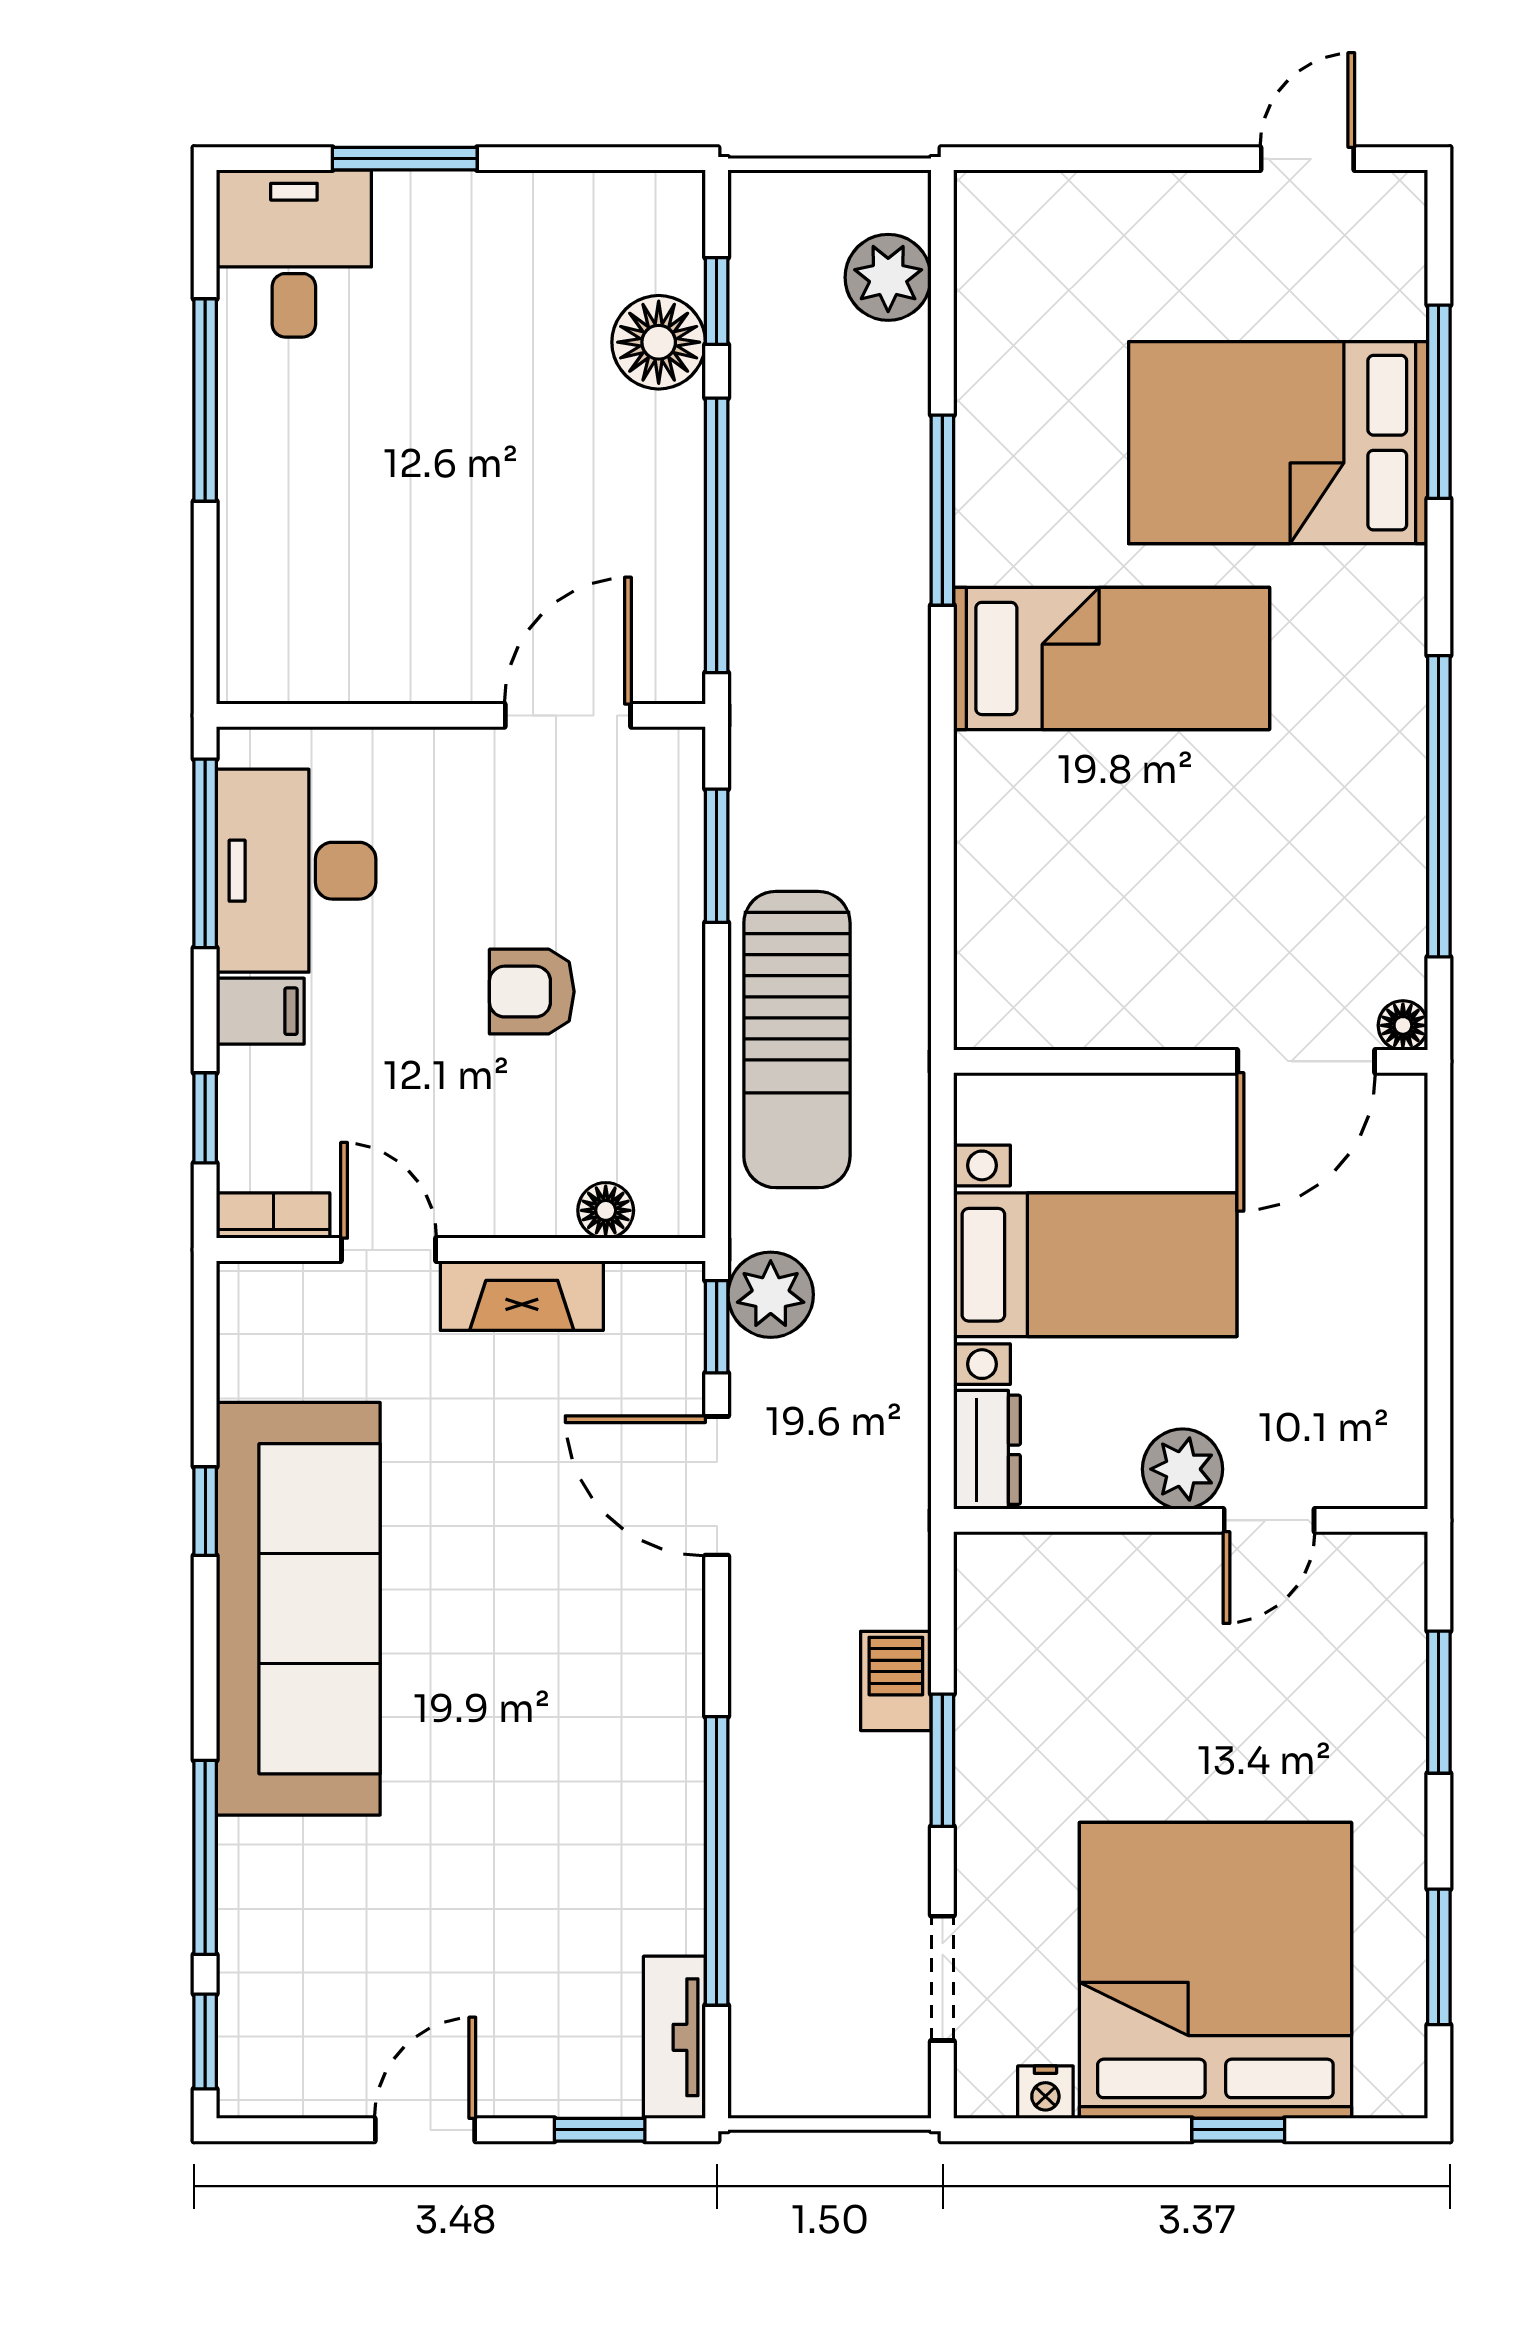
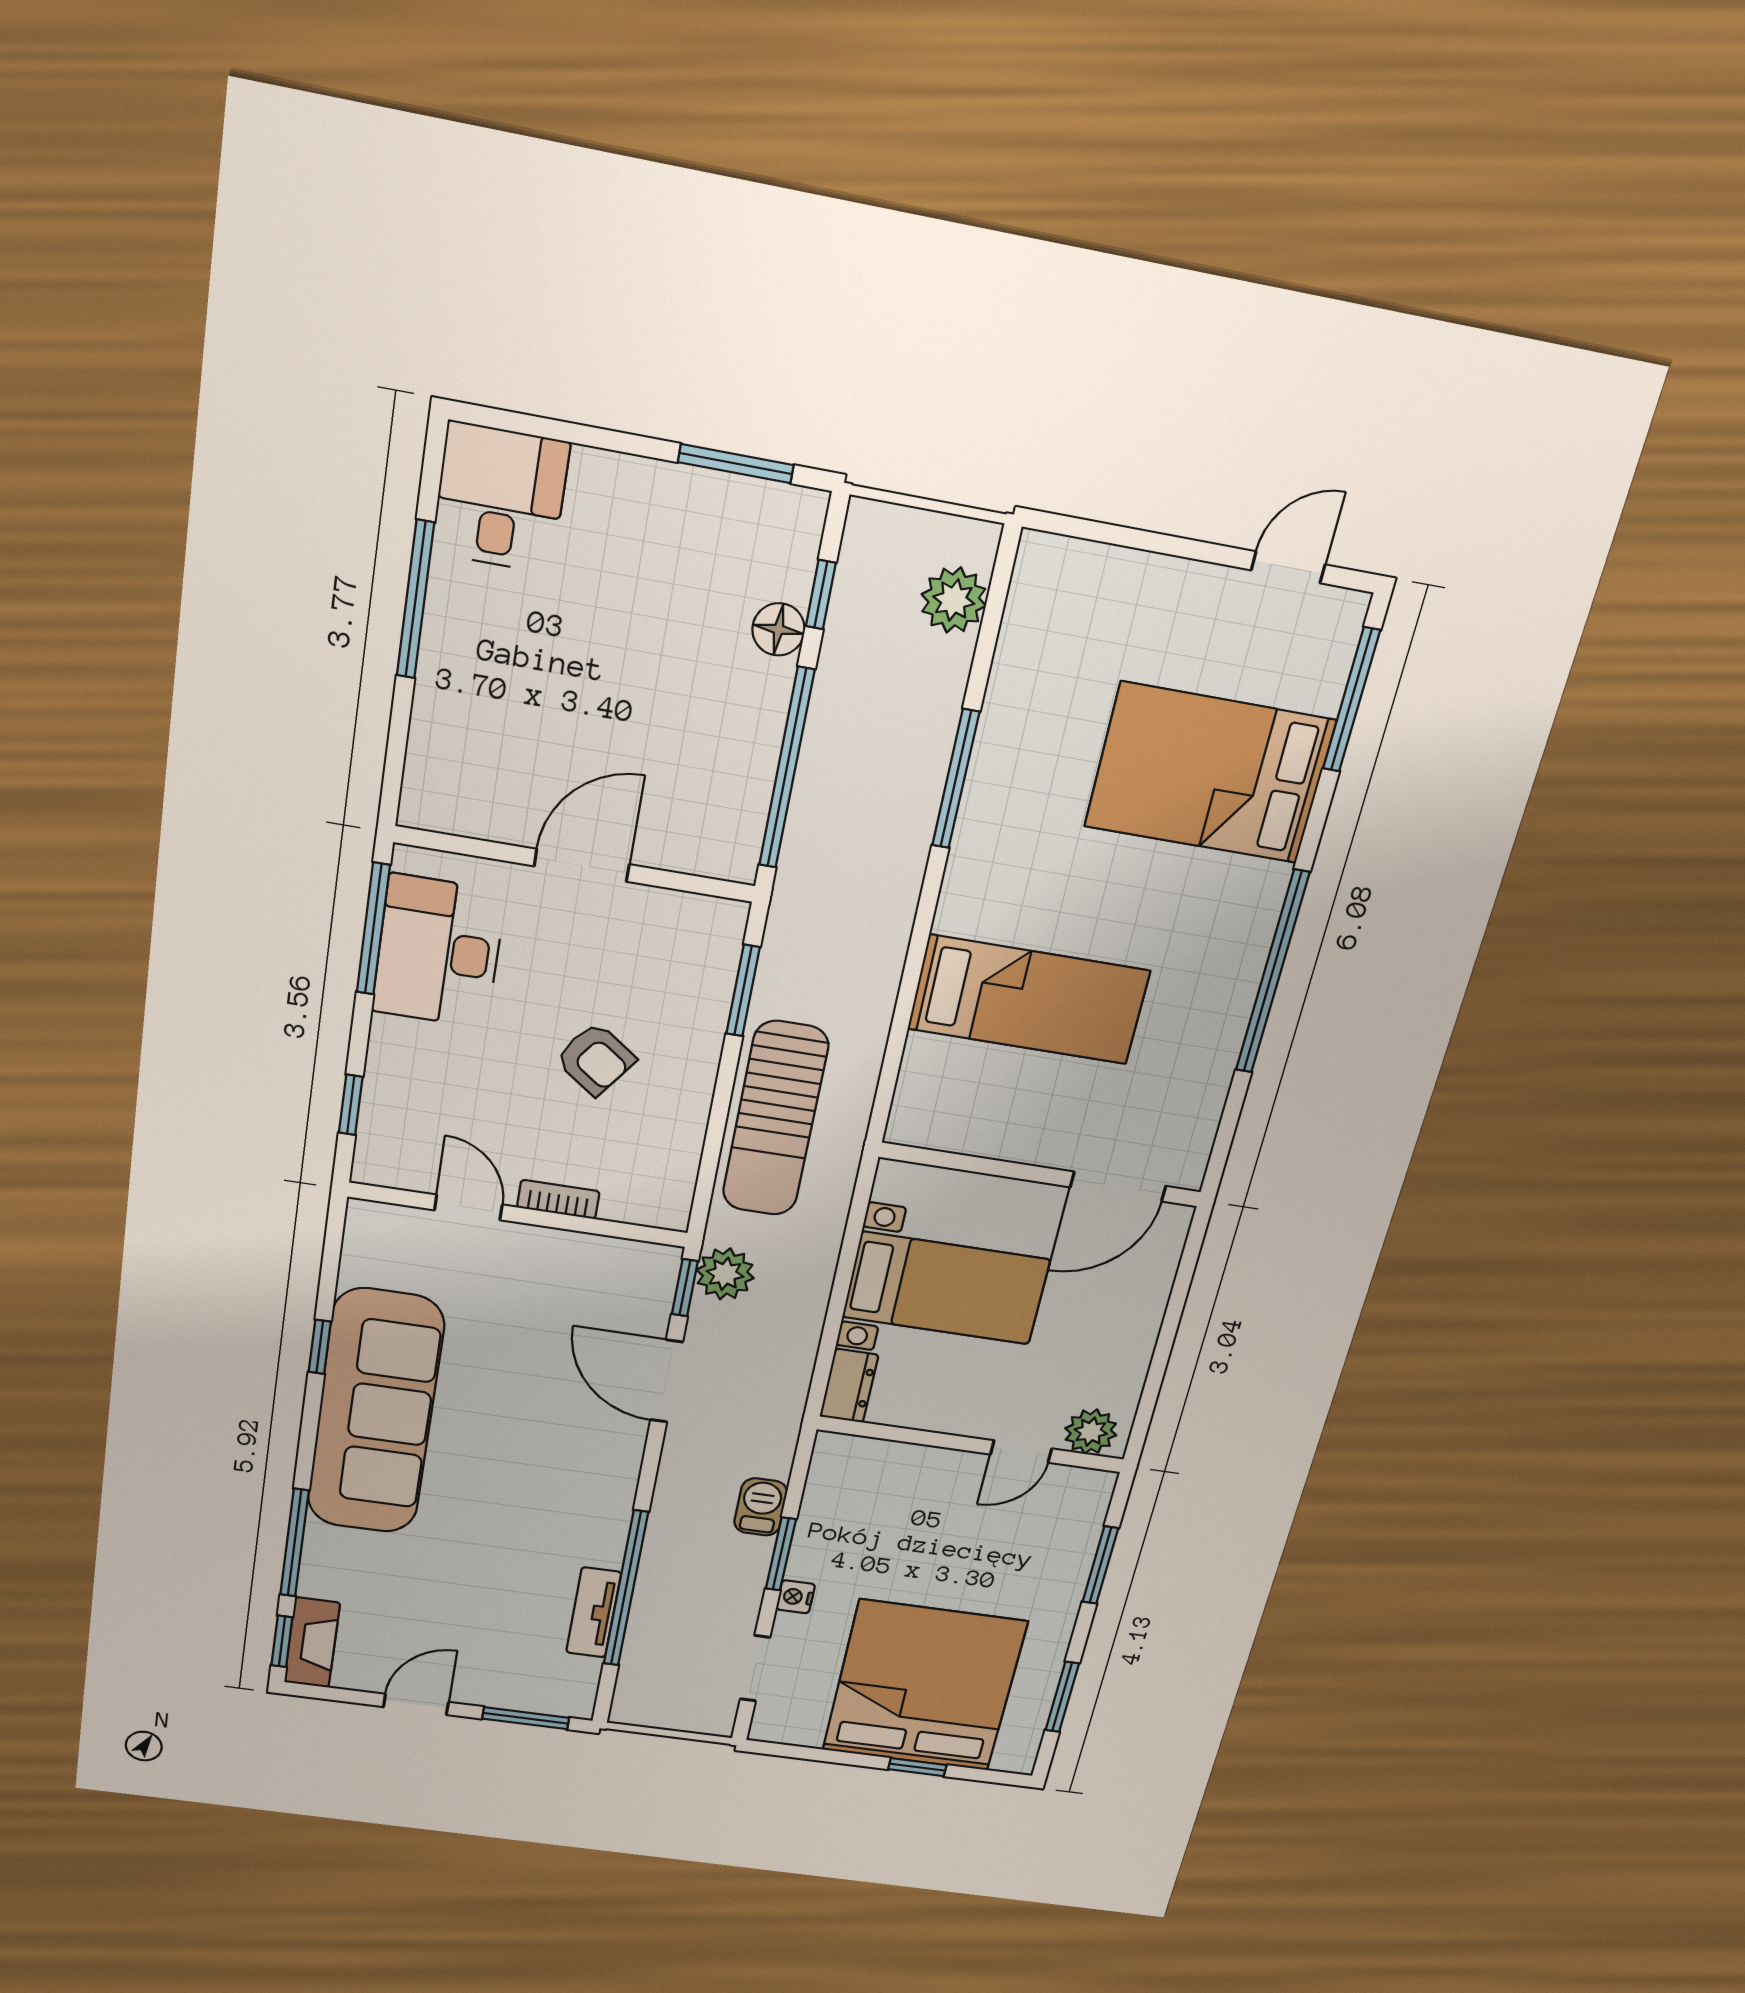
window: (405, 159) -> (736, 464), moved
floor lamp: (659, 342) -> (779, 629), width x0.73, depth x0.73
window: (1439, 402) -> (1351, 700), moved
bed: (1112, 658) -> (1029, 1000), moved
door: (568, 715) -> (582, 865), moved
window: (1439, 806) -> (1272, 972), moved
armchair: (532, 992) -> (595, 1059), turned -144
filing cabinet: (260, 1011) -> (399, 1041), removed
floor lamp: (1403, 1025) -> (1189, 1175), removed
floor lamp: (606, 1210) -> (623, 1206), removed
bookcase: (273, 1216) -> (558, 1199), moved
fireplace: (522, 1296) -> (312, 1643), moved, turned -90
plant: (1183, 1469) -> (1091, 1432), moved
tv unit: (674, 2037) -> (594, 1612), moved
nightstand: (1045, 2092) -> (796, 1597), moved, turned 90
window: (600, 2130) -> (526, 1718), width x1.50

